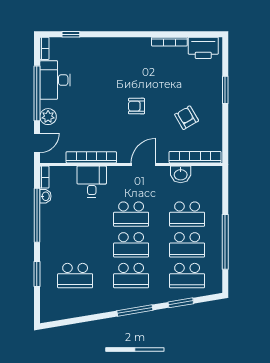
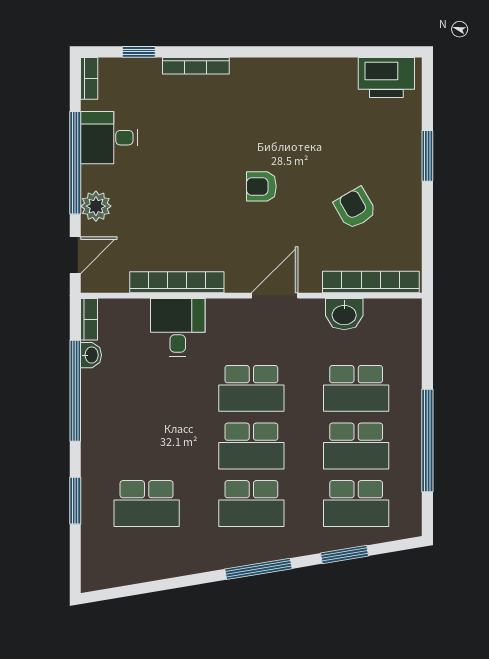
bookcase: (169, 42) -> (196, 66), moved
desk: (55, 80) -> (109, 138), width x0.73

